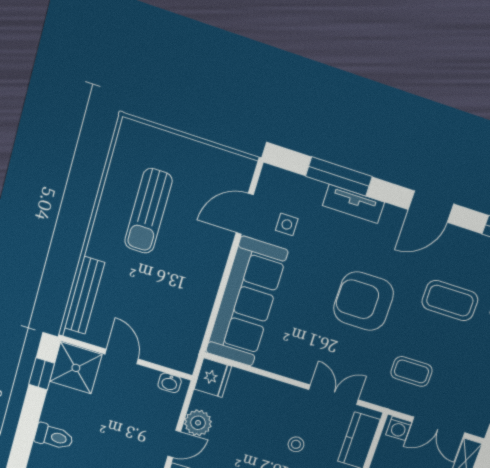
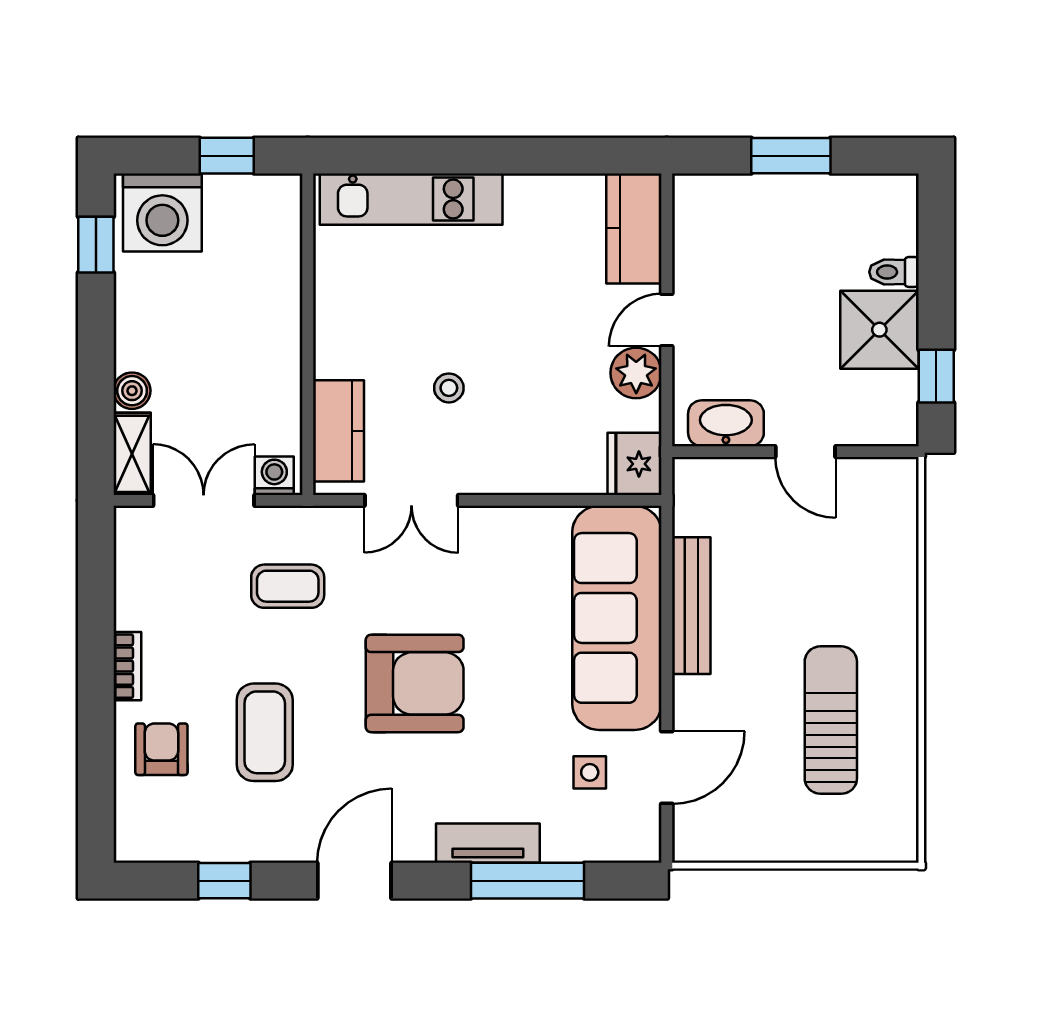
bench: (84, 295) -> (691, 606), moved
coffee table: (450, 301) -> (265, 732), turned 90
shower: (76, 368) -> (879, 330), moved
washbasin: (170, 383) -> (726, 423), width x1.91, depth x1.45
toilet: (54, 437) -> (894, 272), width x0.73, depth x0.72

